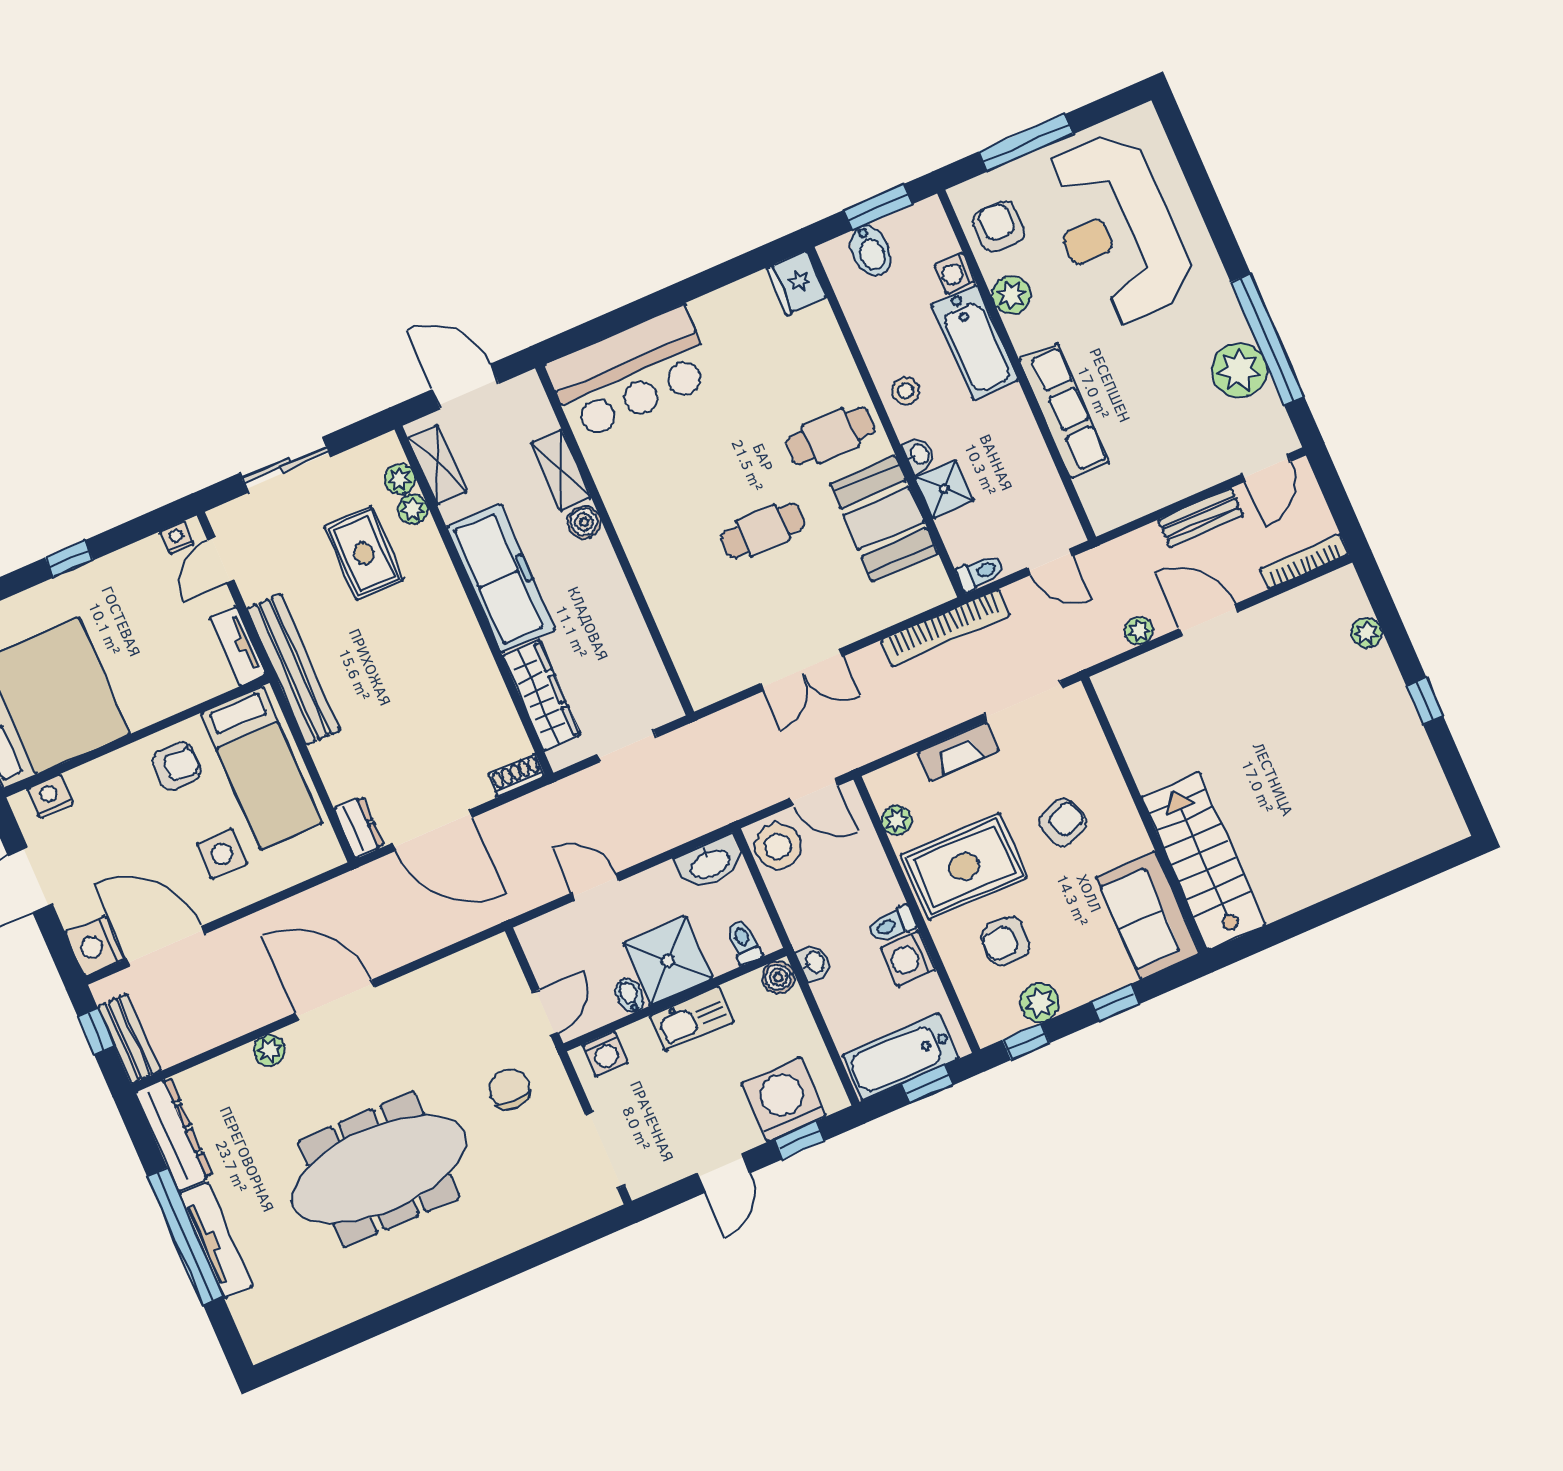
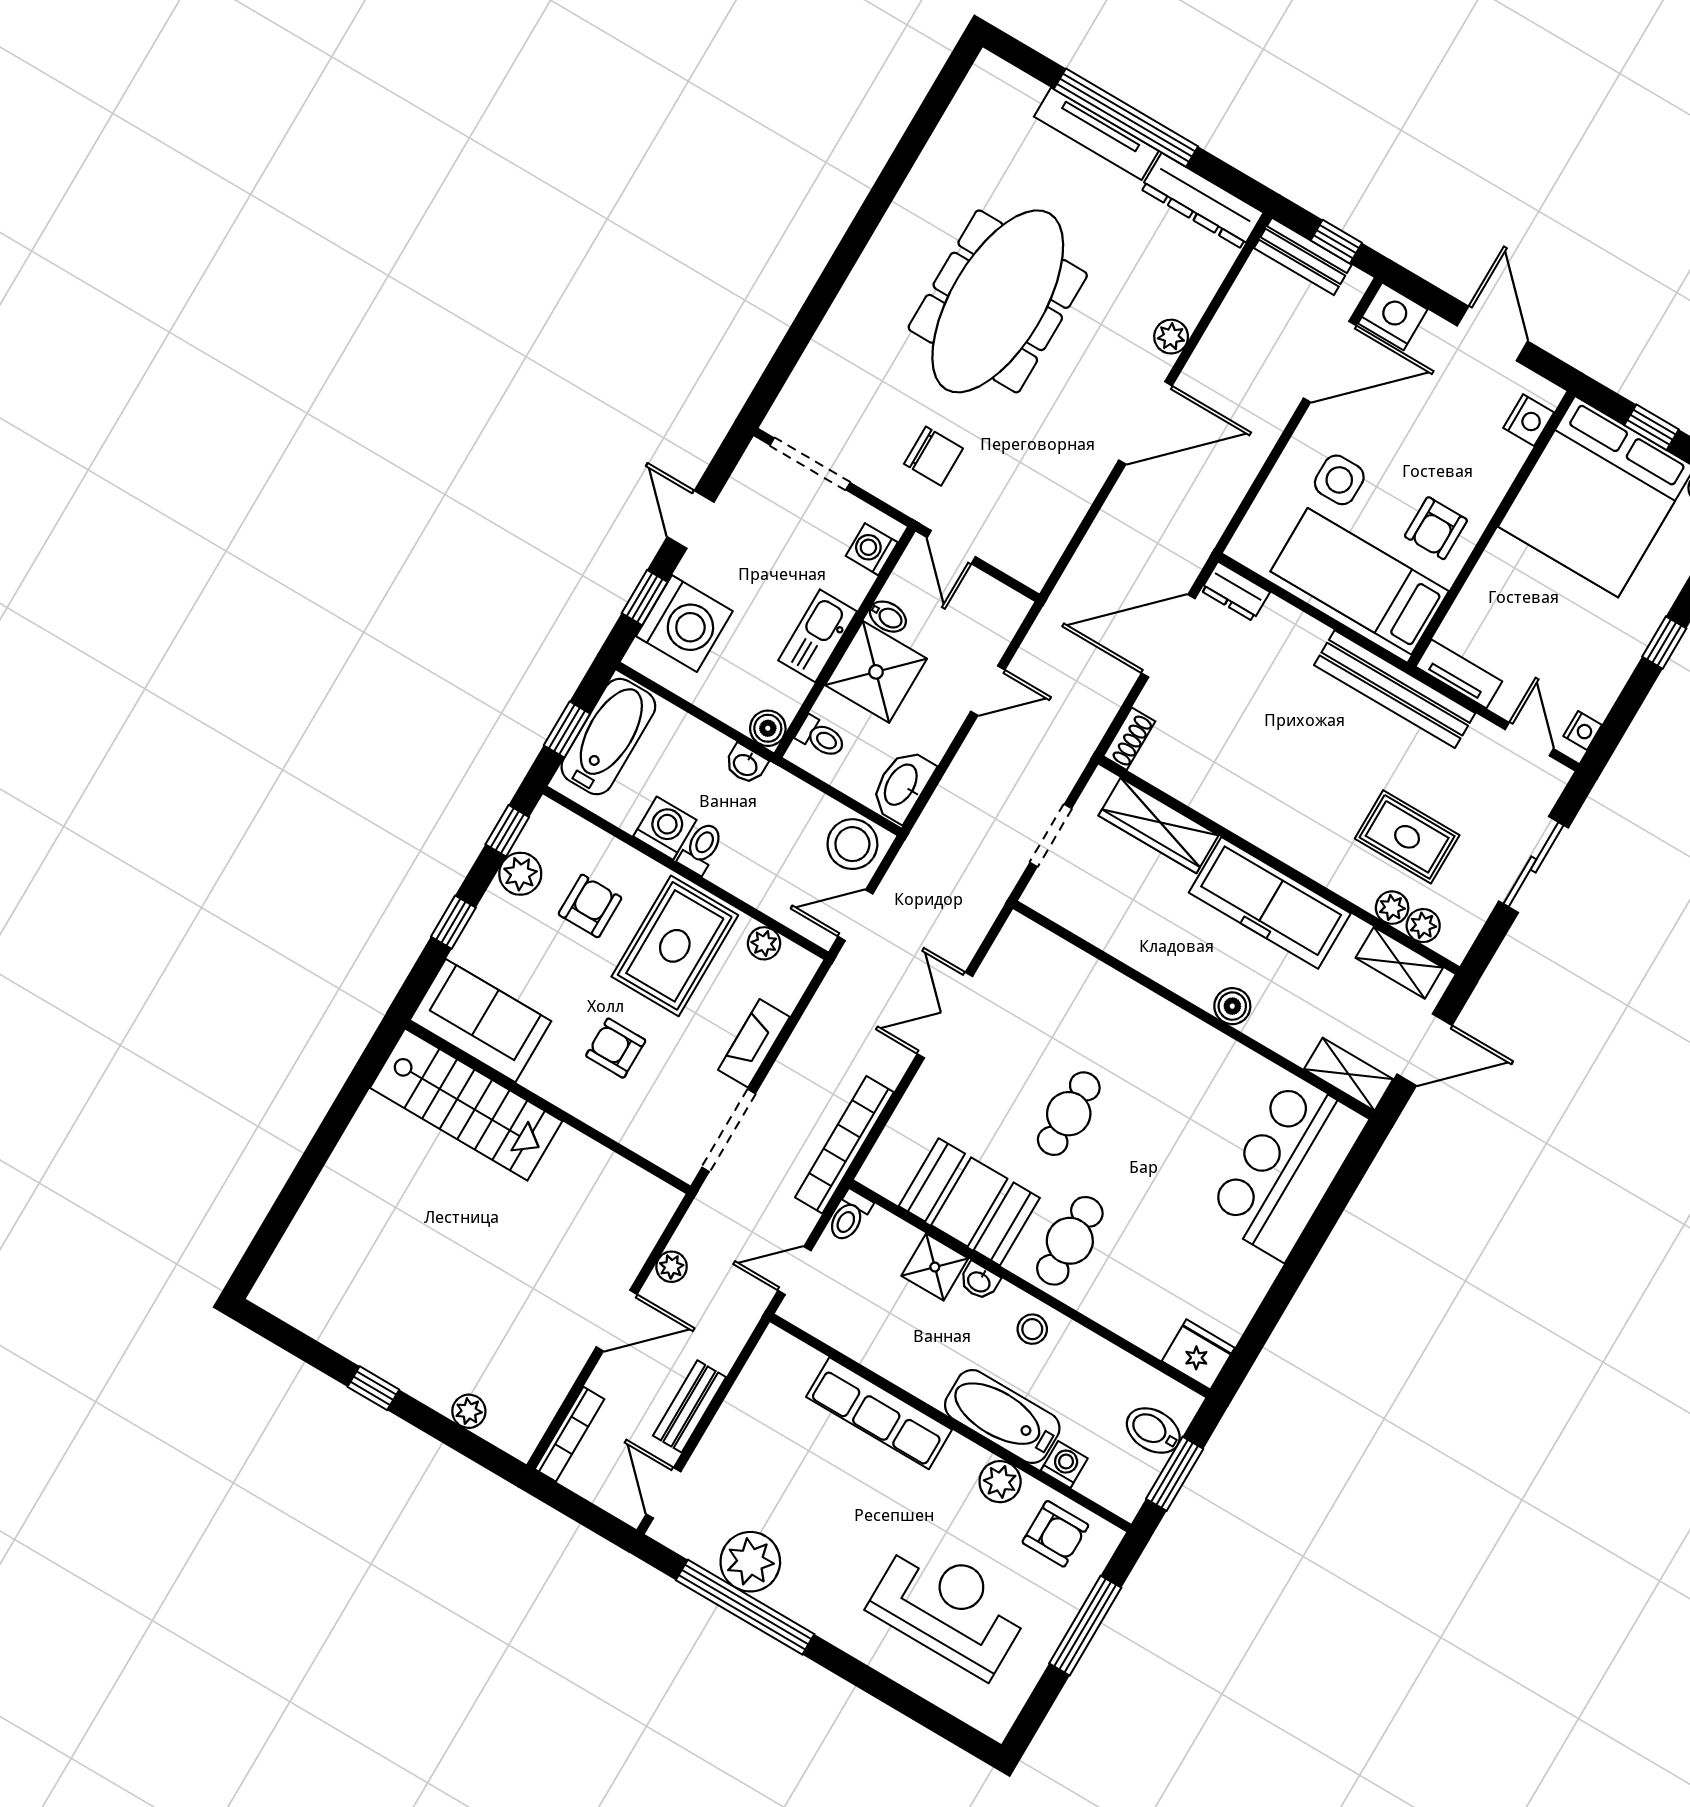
reception desk: (1116, 229) -> (949, 1607), width x0.74, depth x0.77
shelving: (561, 470) -> (1349, 1074), moved
armchair: (1063, 822) -> (616, 1048), turned 111

